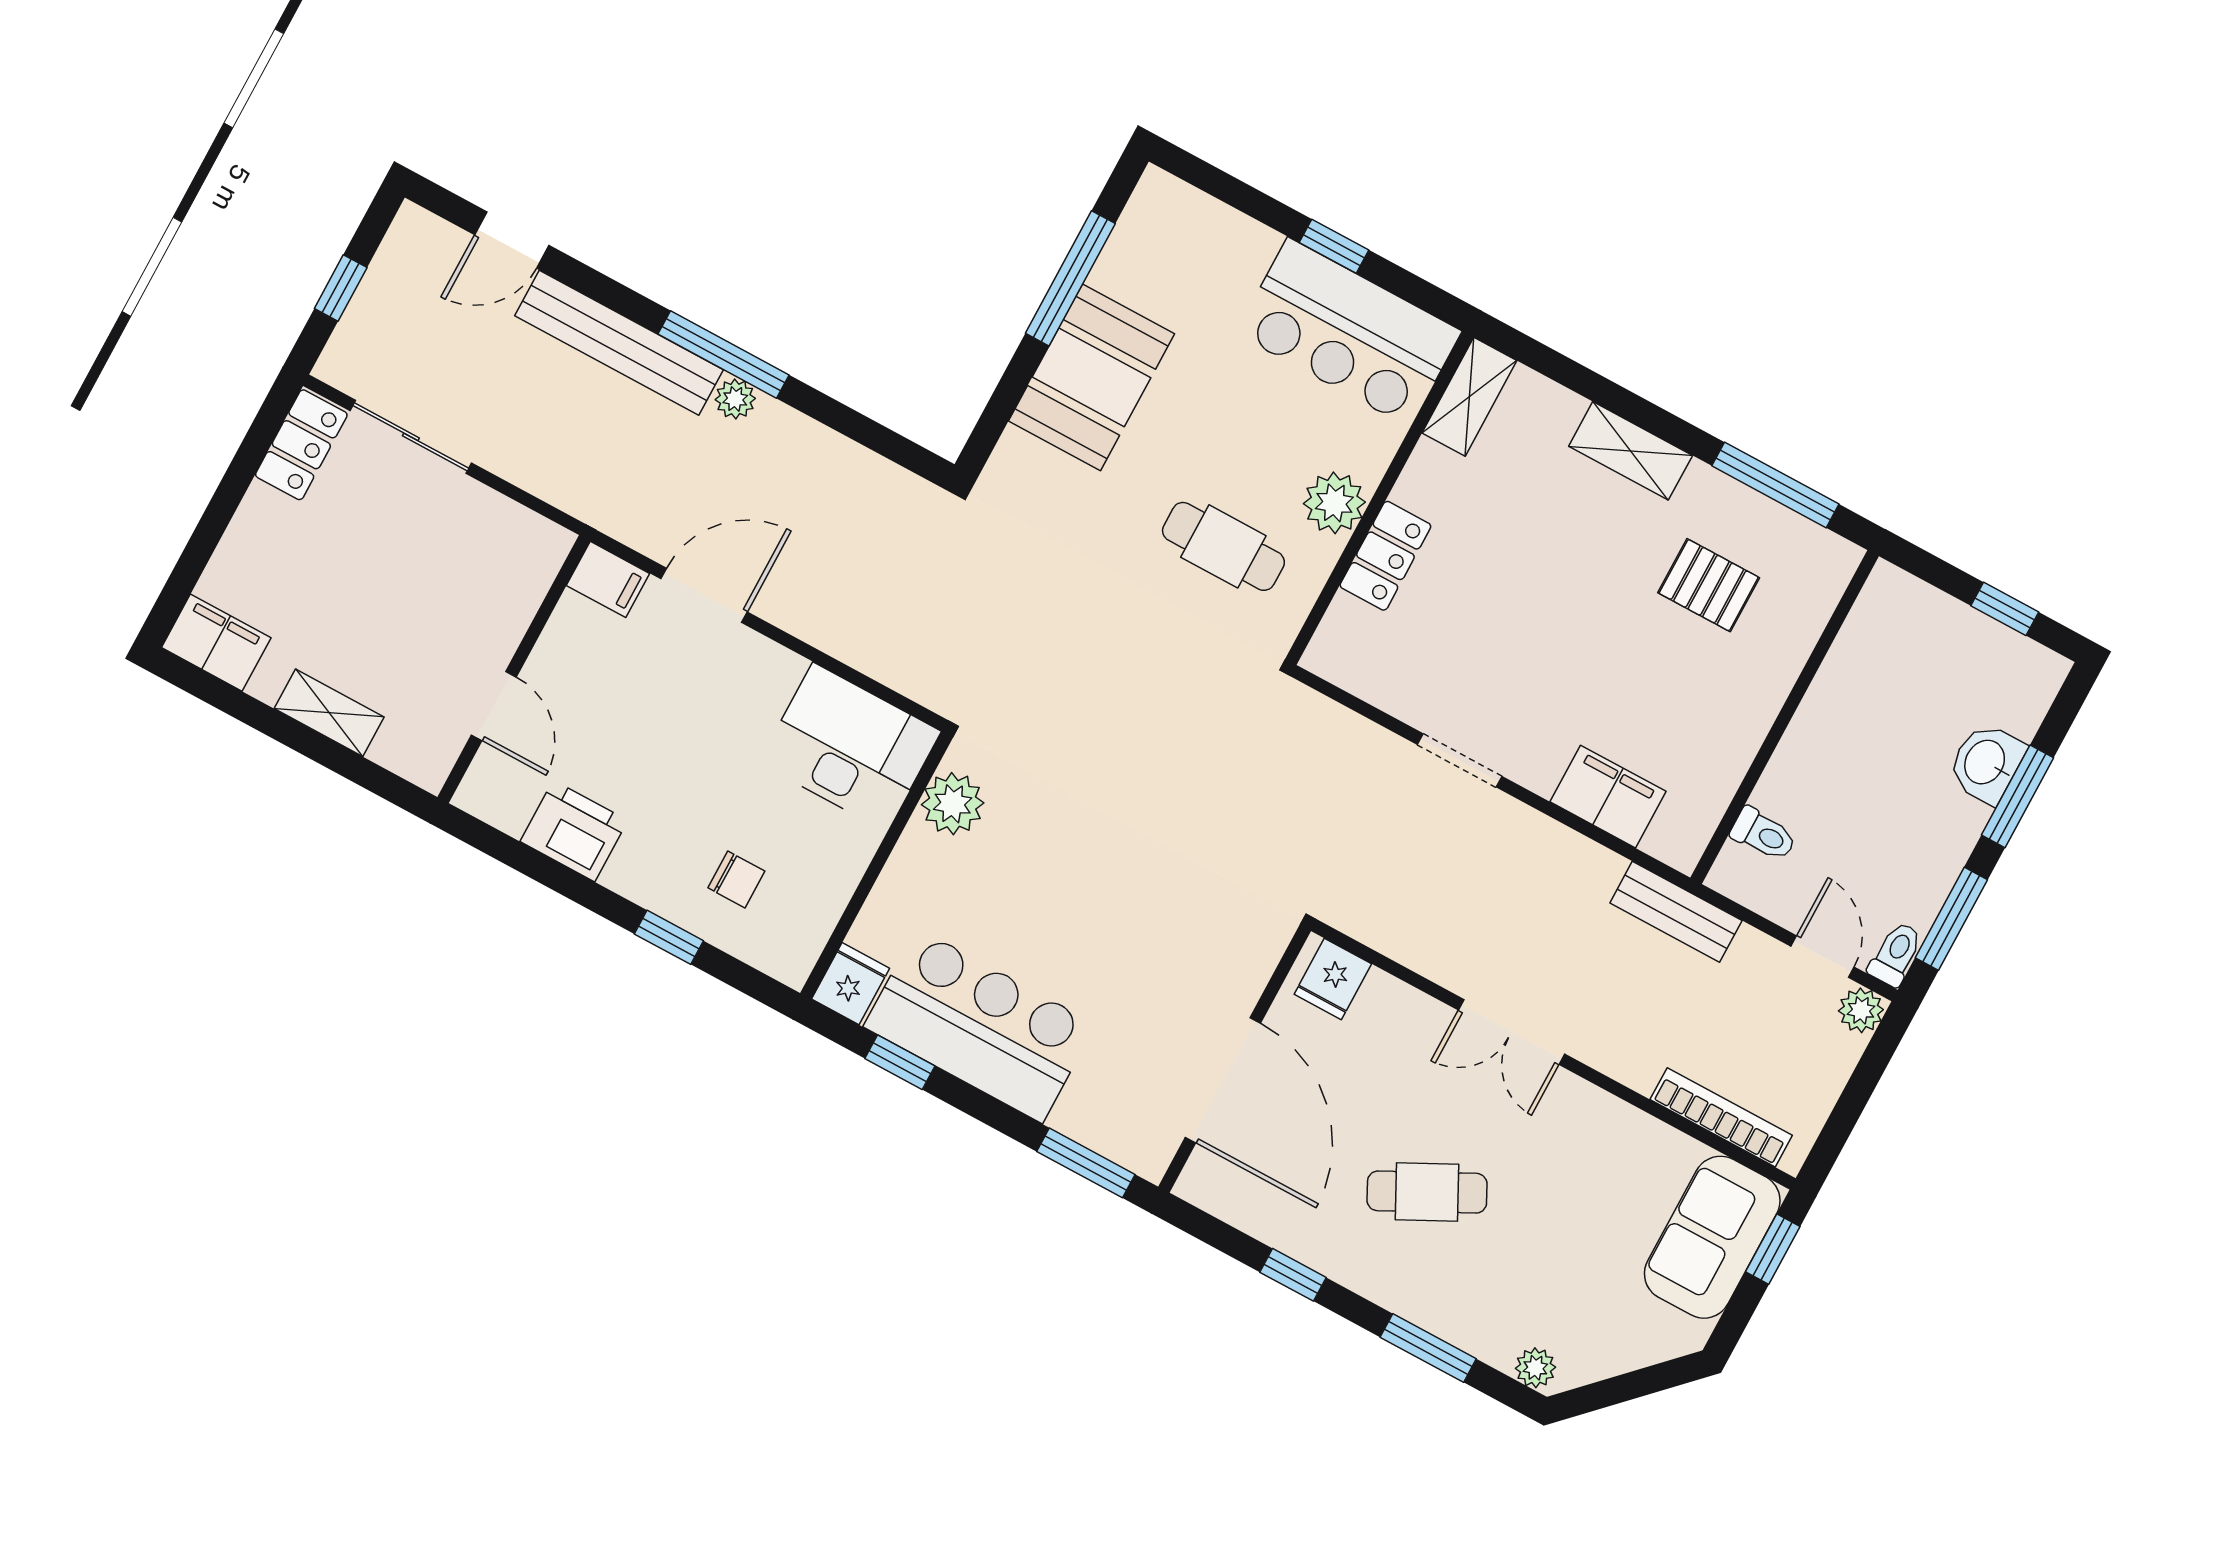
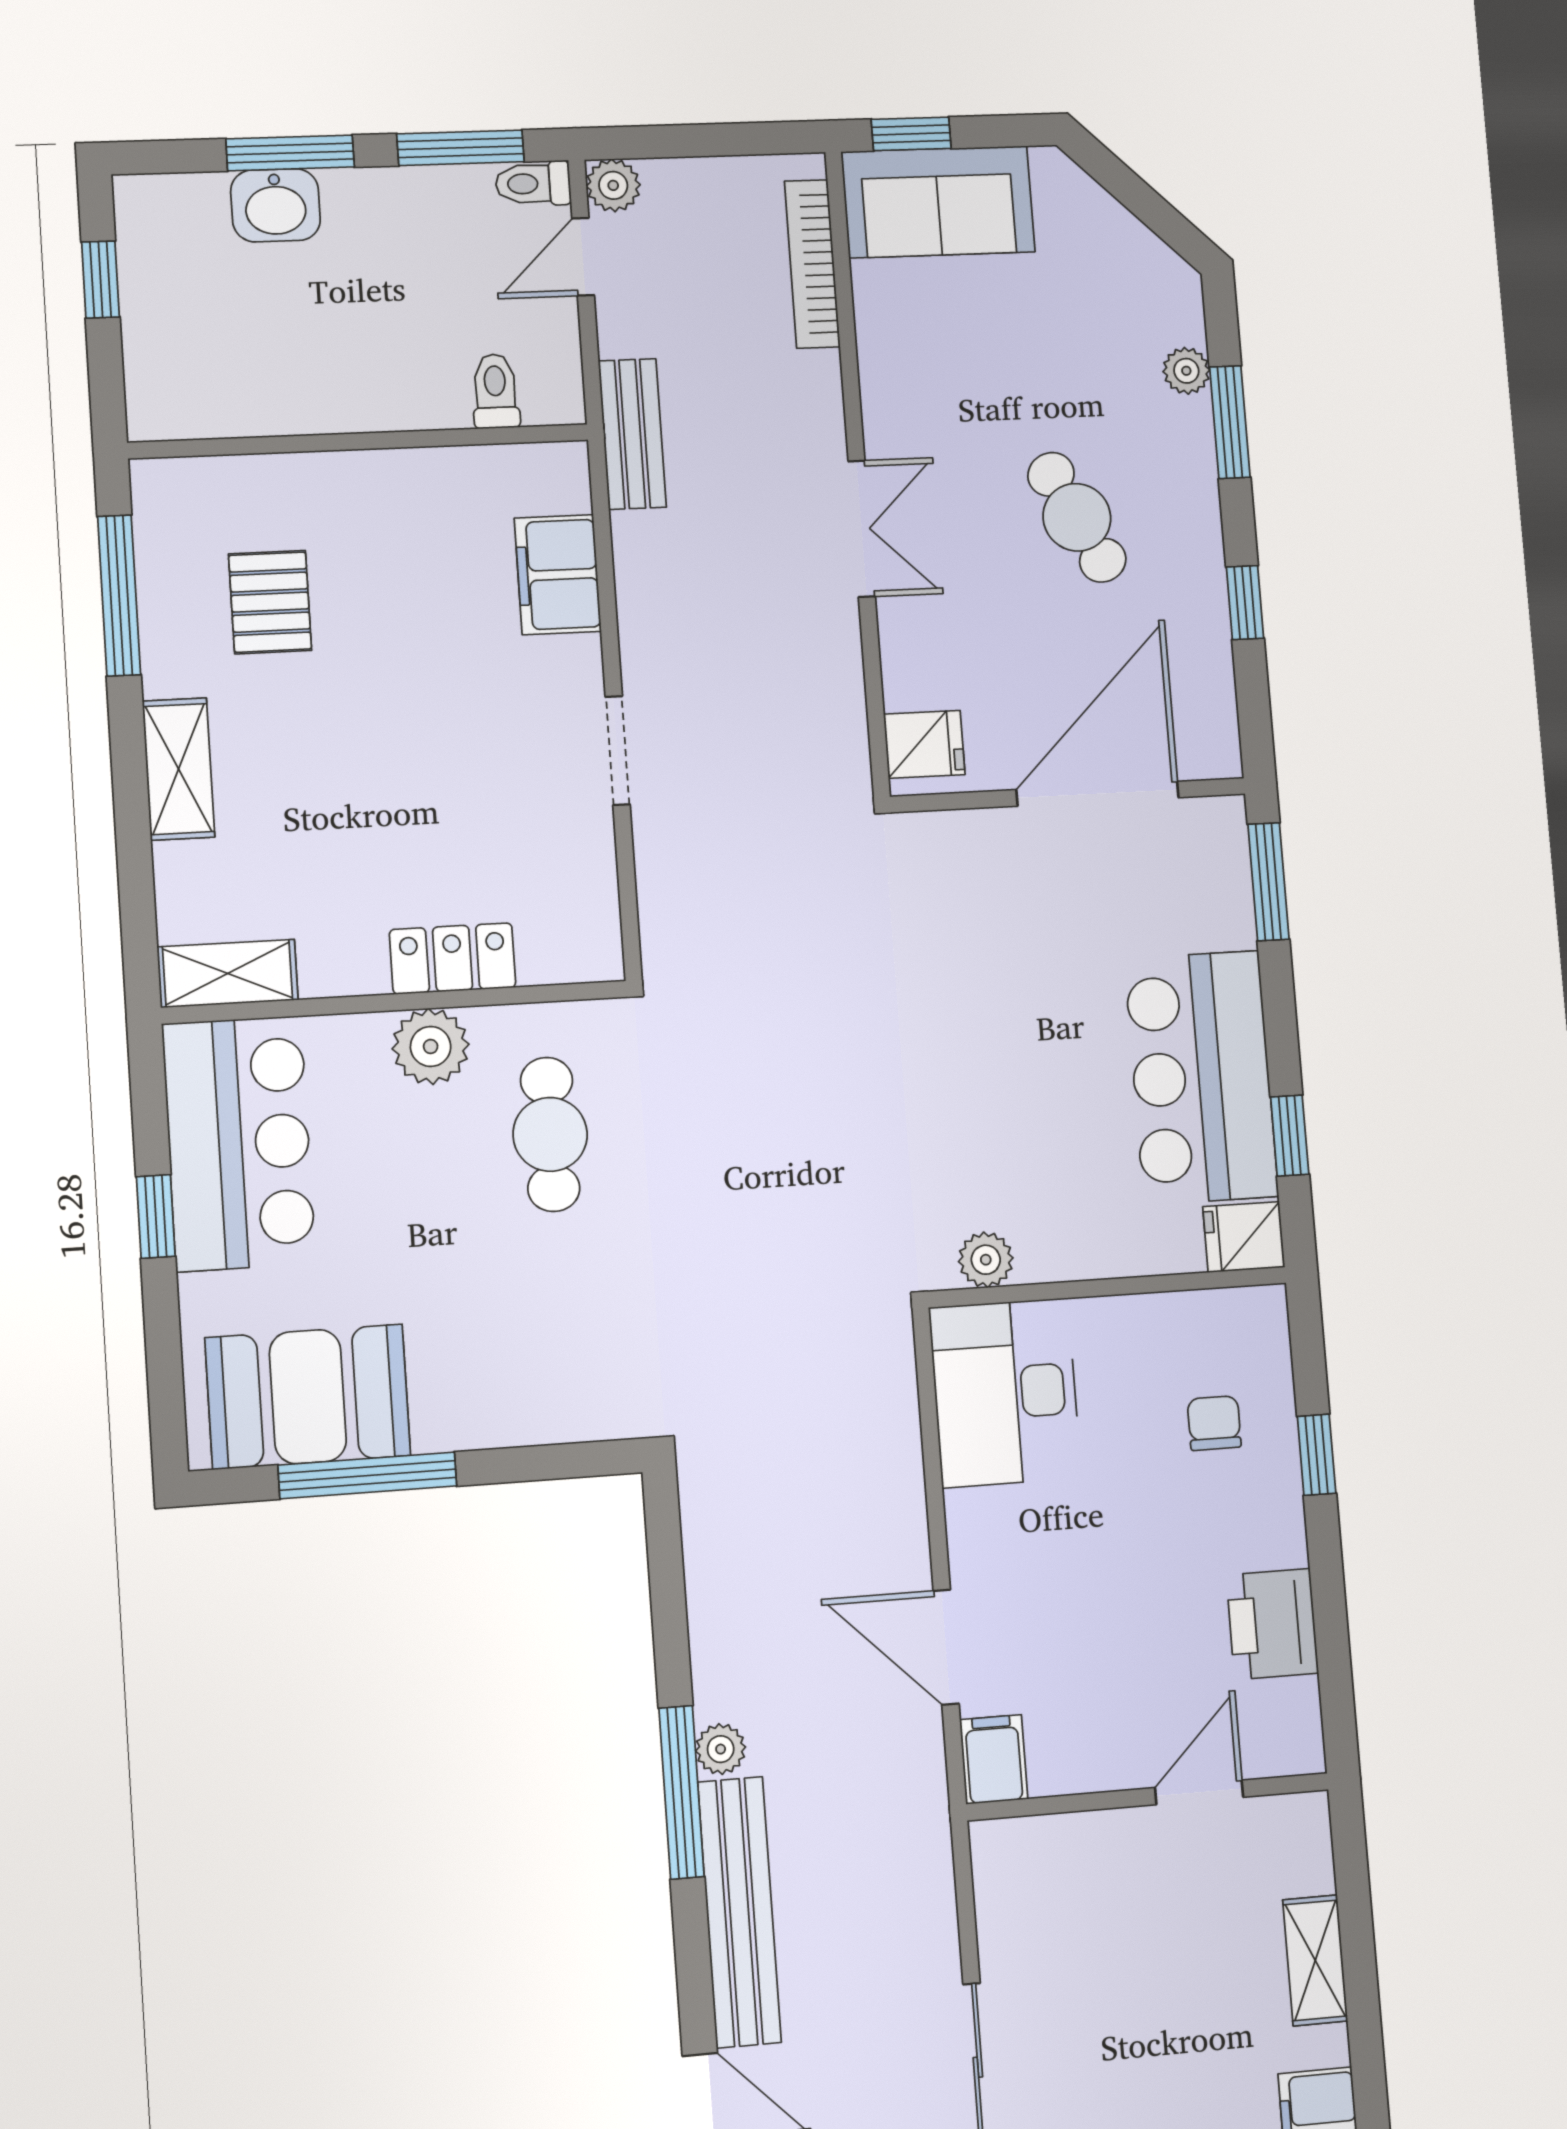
booth: (1091, 377) -> (308, 1397), moved
plant: (953, 804) -> (986, 1260), width x0.73, depth x0.73
plant: (1535, 1368) -> (1186, 371), moved

